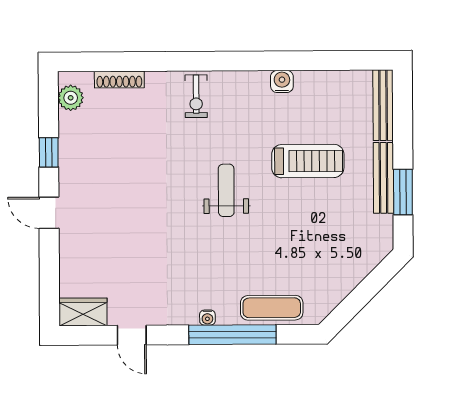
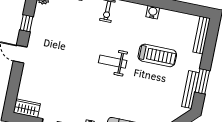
bench: (383, 178) -> (190, 90), moved
weight bench: (226, 190) -> (113, 62), turned -90

